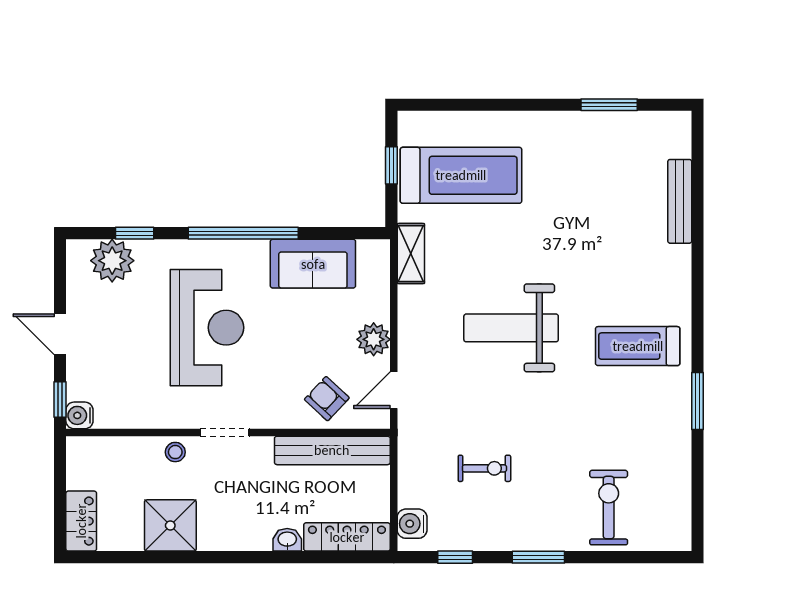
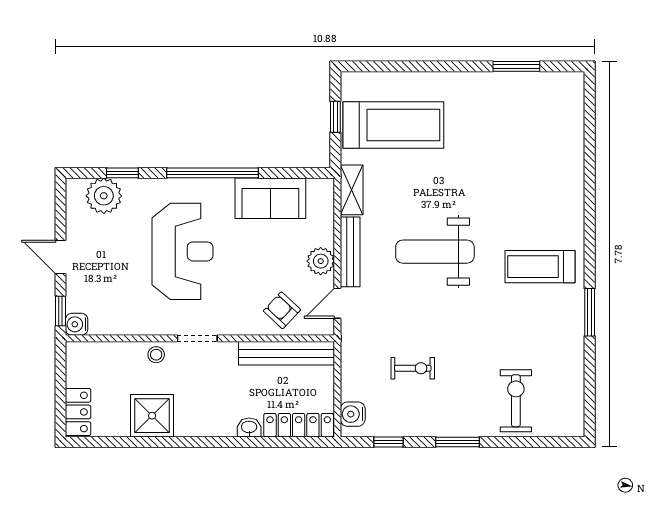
bench: (680, 201) -> (350, 252), moved

